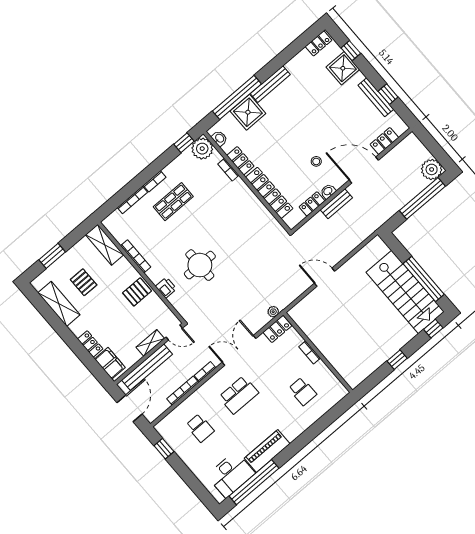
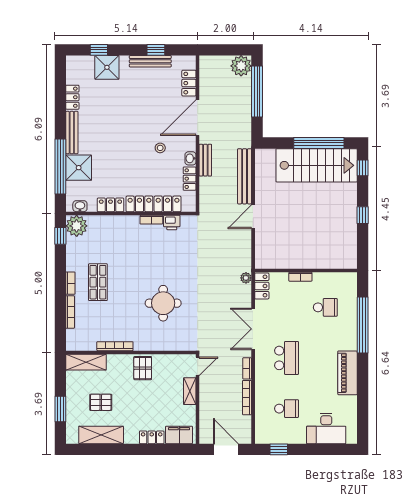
locker: (319, 43) -> (72, 97), moved
bookcase: (228, 170) -> (151, 220), moved
printer: (166, 288) -> (172, 223), moved, turned 180
bench: (147, 367) -> (245, 176), moved
desk: (231, 474) -> (326, 429), moved, turned 90
window: (254, 482) -> (363, 325), moved

